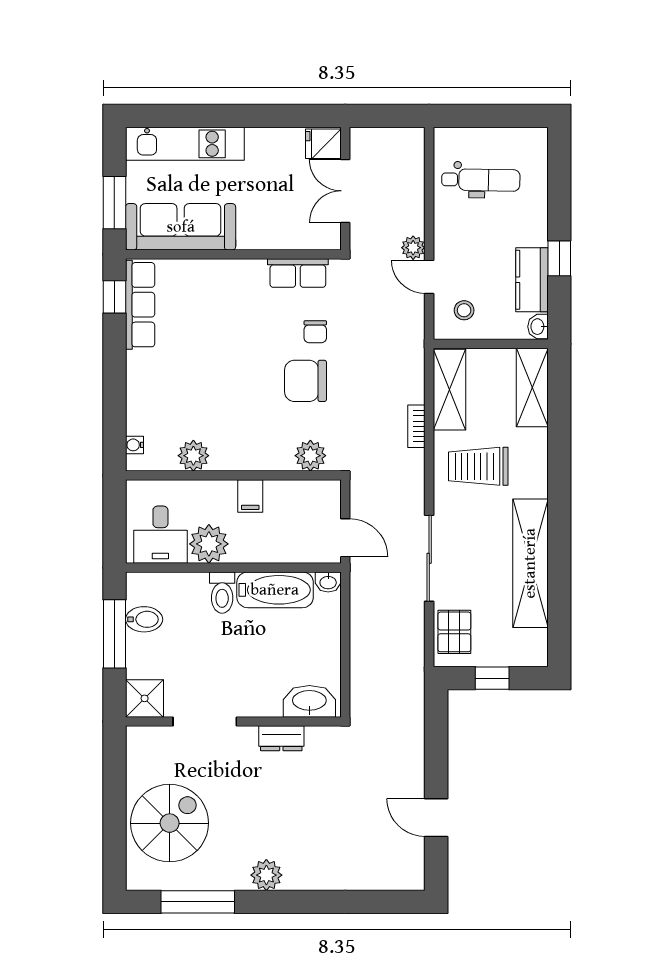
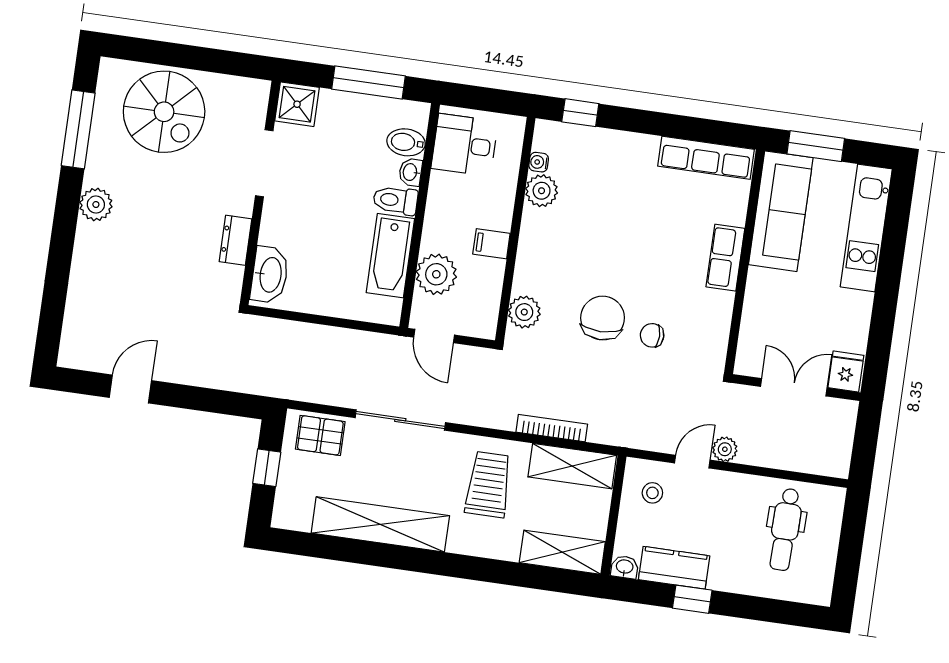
row of seats: (298, 273) -> (725, 258), moved
window: (114, 297) -> (580, 113), moved
bookcase: (416, 426) -> (552, 428), width x1.56
water cooler: (135, 445) -> (539, 162), moved, turned -90
door: (345, 538) -> (434, 336), hinge flipped
plant: (209, 544) -> (436, 274), moved
washbasin: (328, 582) -> (411, 172), moved
bidet: (144, 619) -> (406, 142), moved, turned 90

